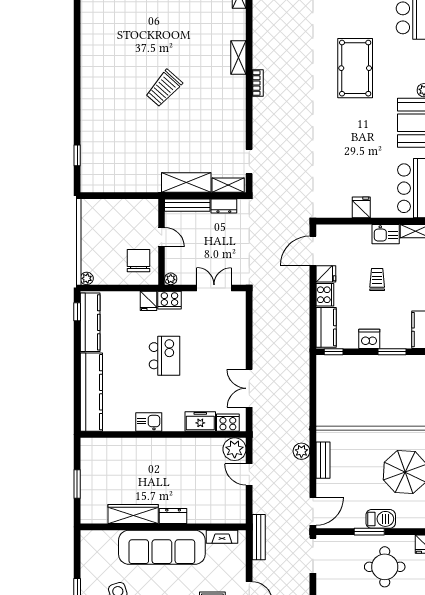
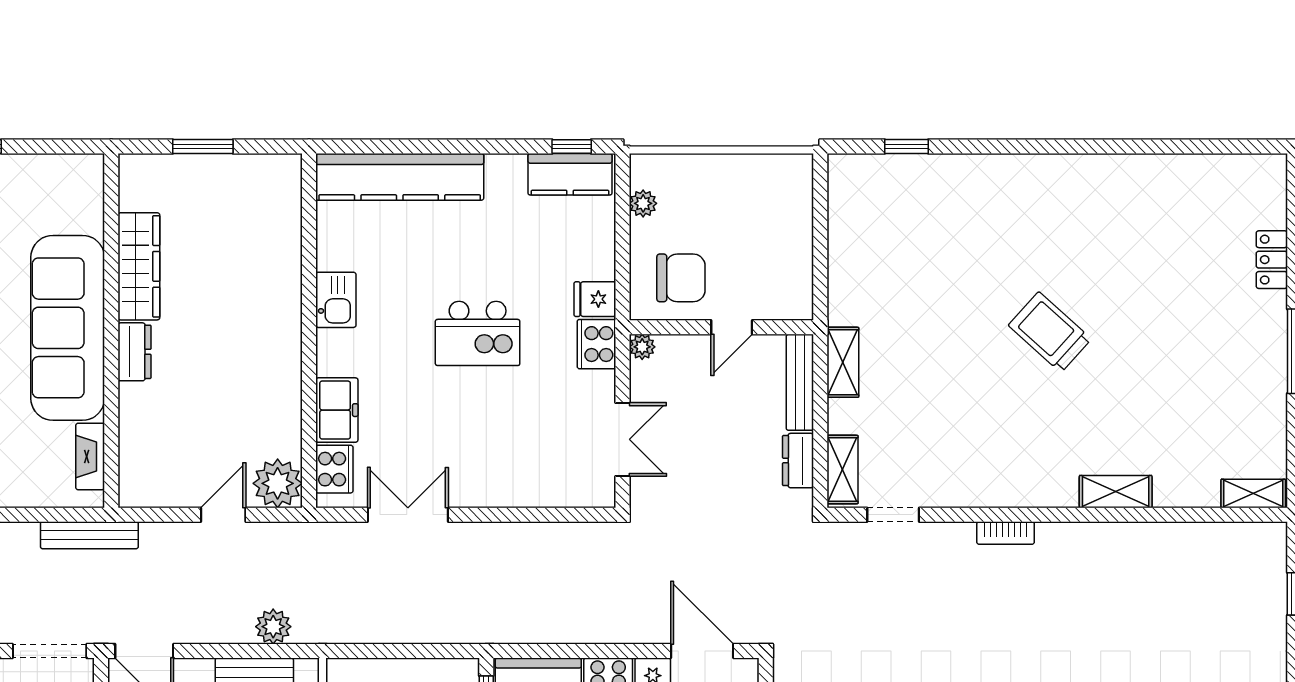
bookcase: (258, 83) -> (1006, 533), moved
shelving: (186, 183) -> (843, 362), width x0.67, depth x0.75
plant: (87, 278) -> (643, 203), moved
kitchen counter: (90, 322) -> (570, 174), width x0.67

